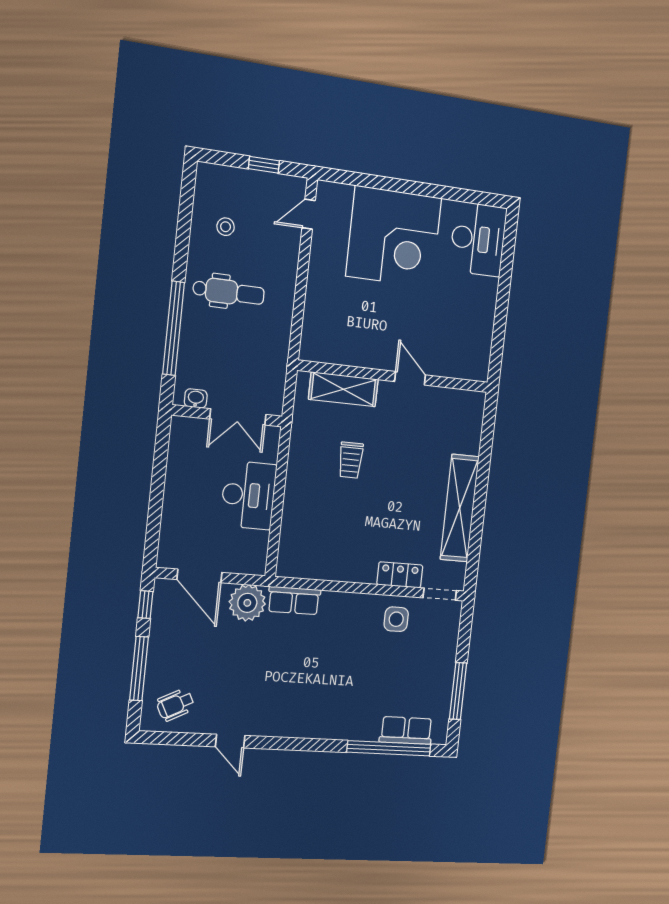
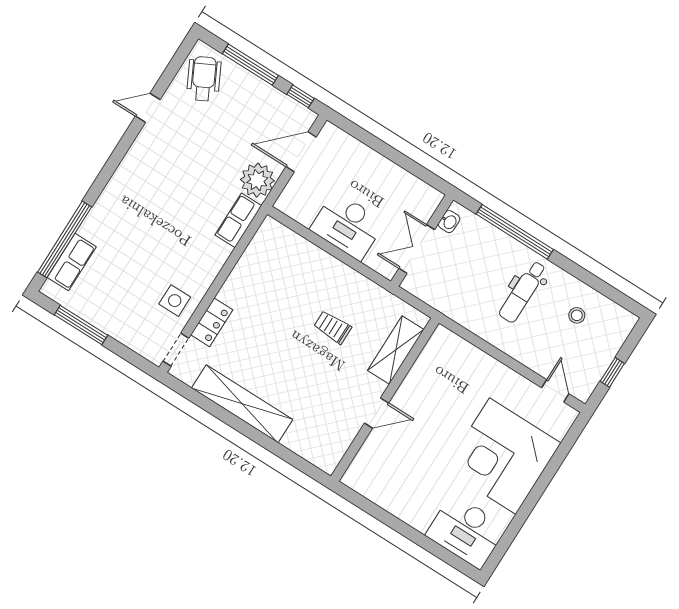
wheelchair: (175, 705) -> (204, 79), width x1.36, depth x1.37

